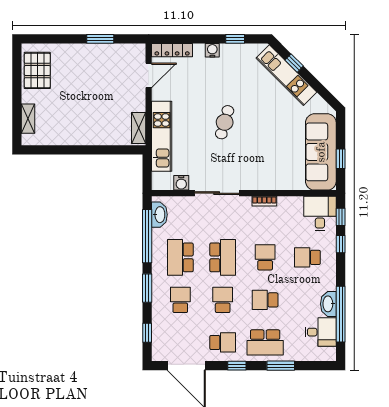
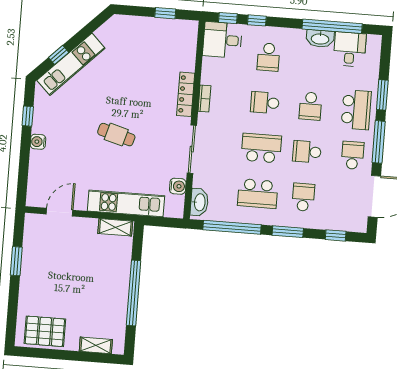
locker: (172, 50) -> (186, 94), moved, turned 180
door: (149, 75) -> (60, 212), hinge flipped
window: (79, 150) -> (134, 293), added
sofa: (321, 152) -> (156, 34), removed
washbasin: (159, 215) -> (199, 202), moved, turned 90
school desk: (180, 300) -> (303, 197), turned 90
window: (237, 366) -> (379, 142), width x2.17

